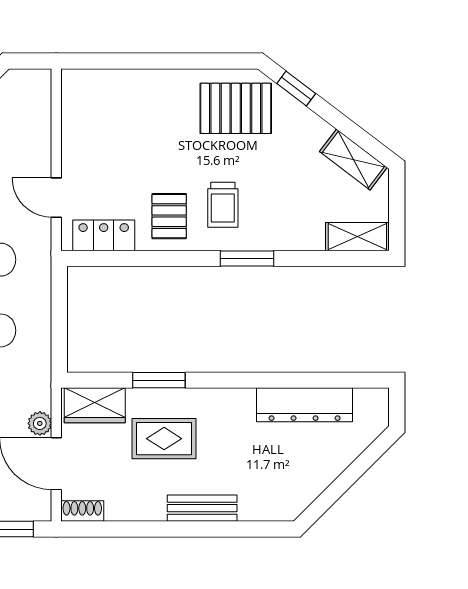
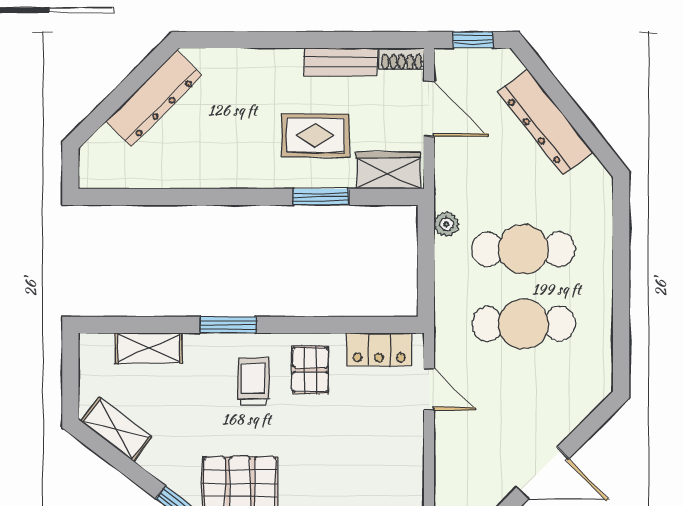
shelving: (357, 237) -> (149, 348), moved
dresser: (305, 405) -> (154, 98), moved, turned 135
plant: (40, 423) -> (446, 224), moved
bench: (202, 508) -> (340, 62), moved

